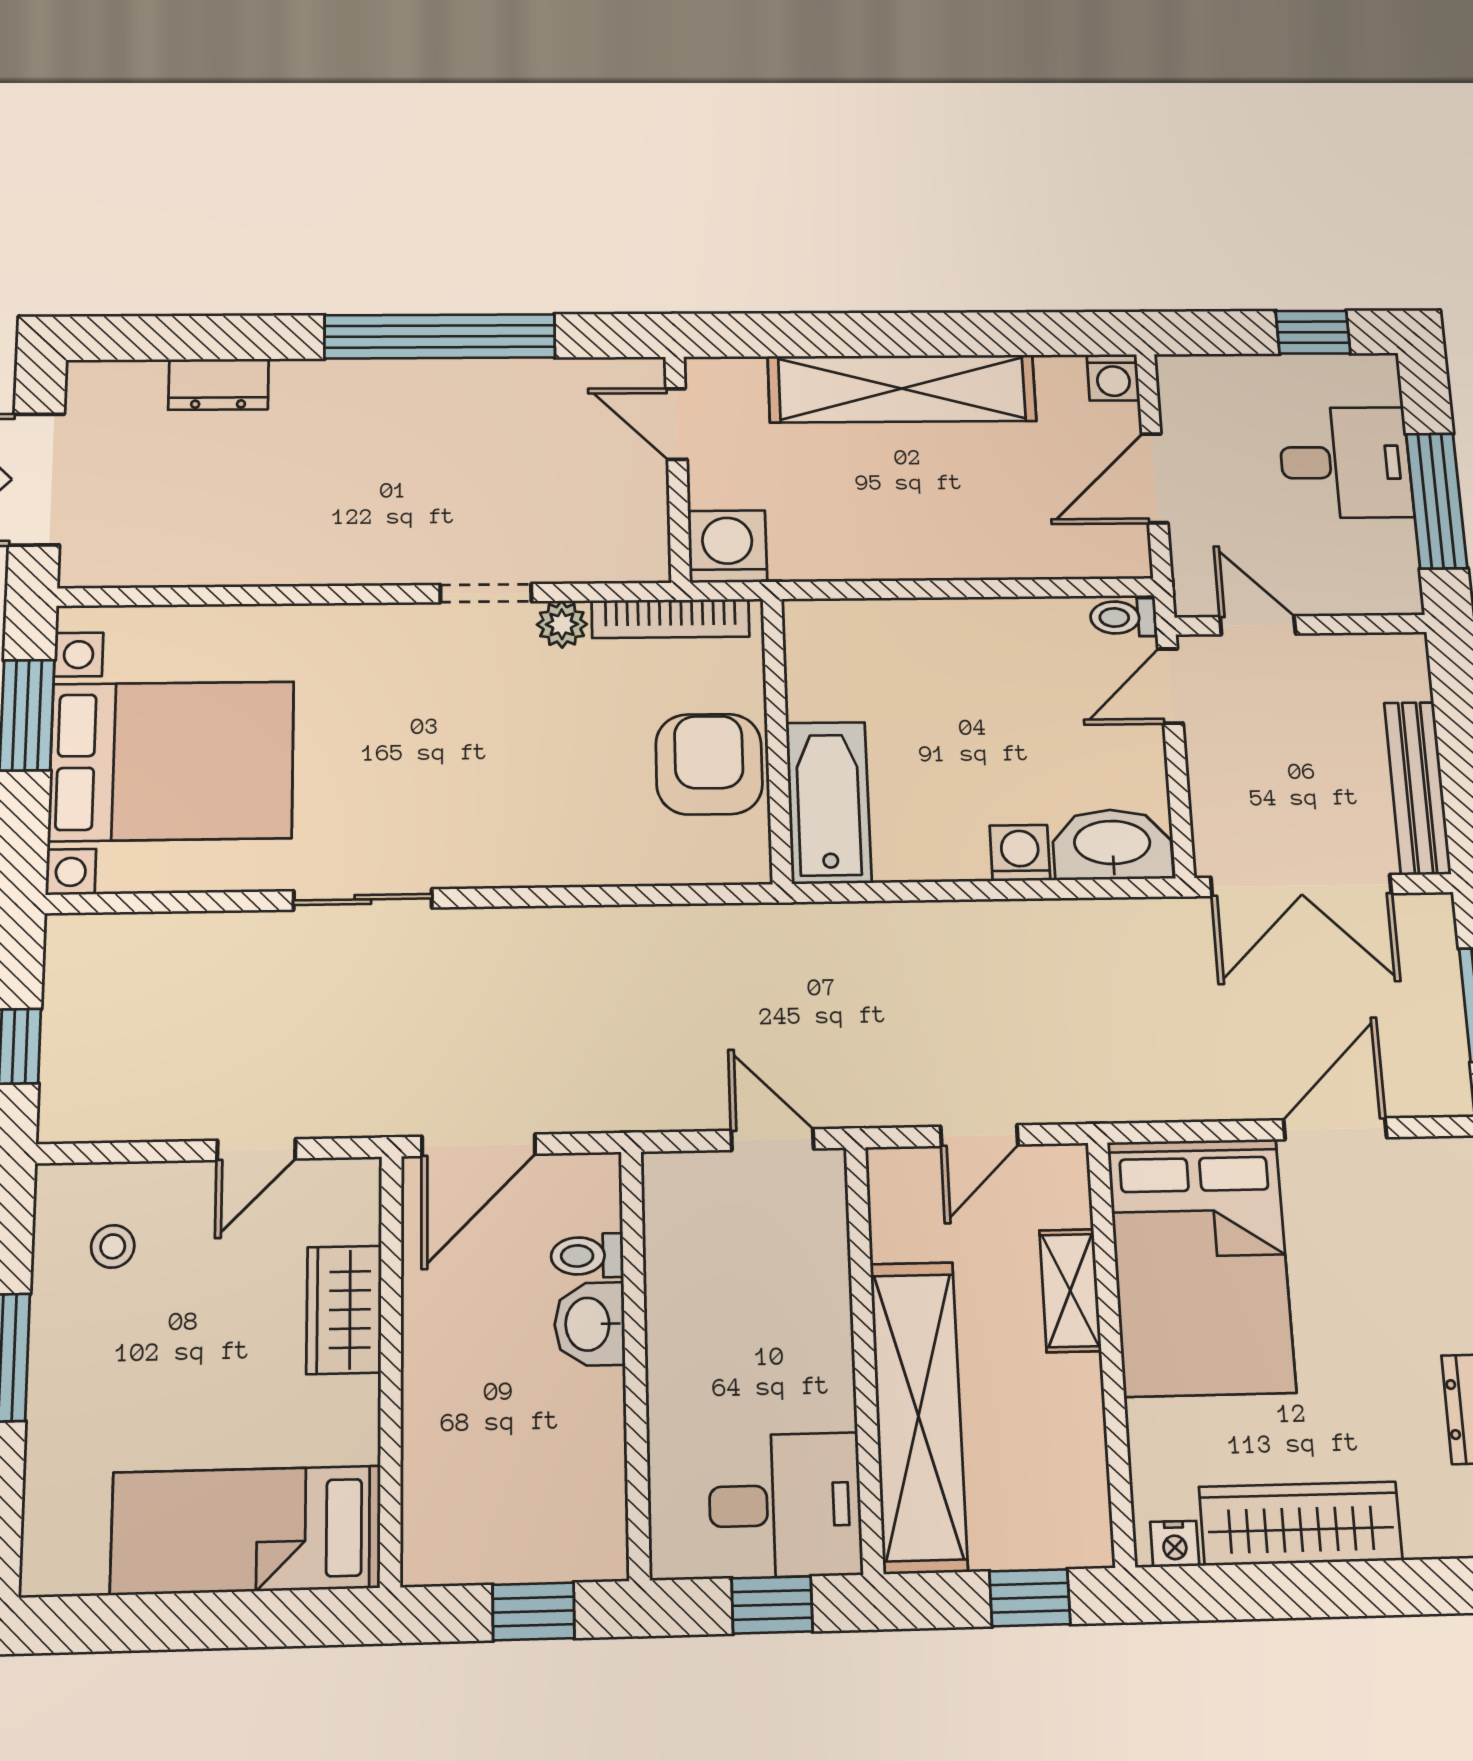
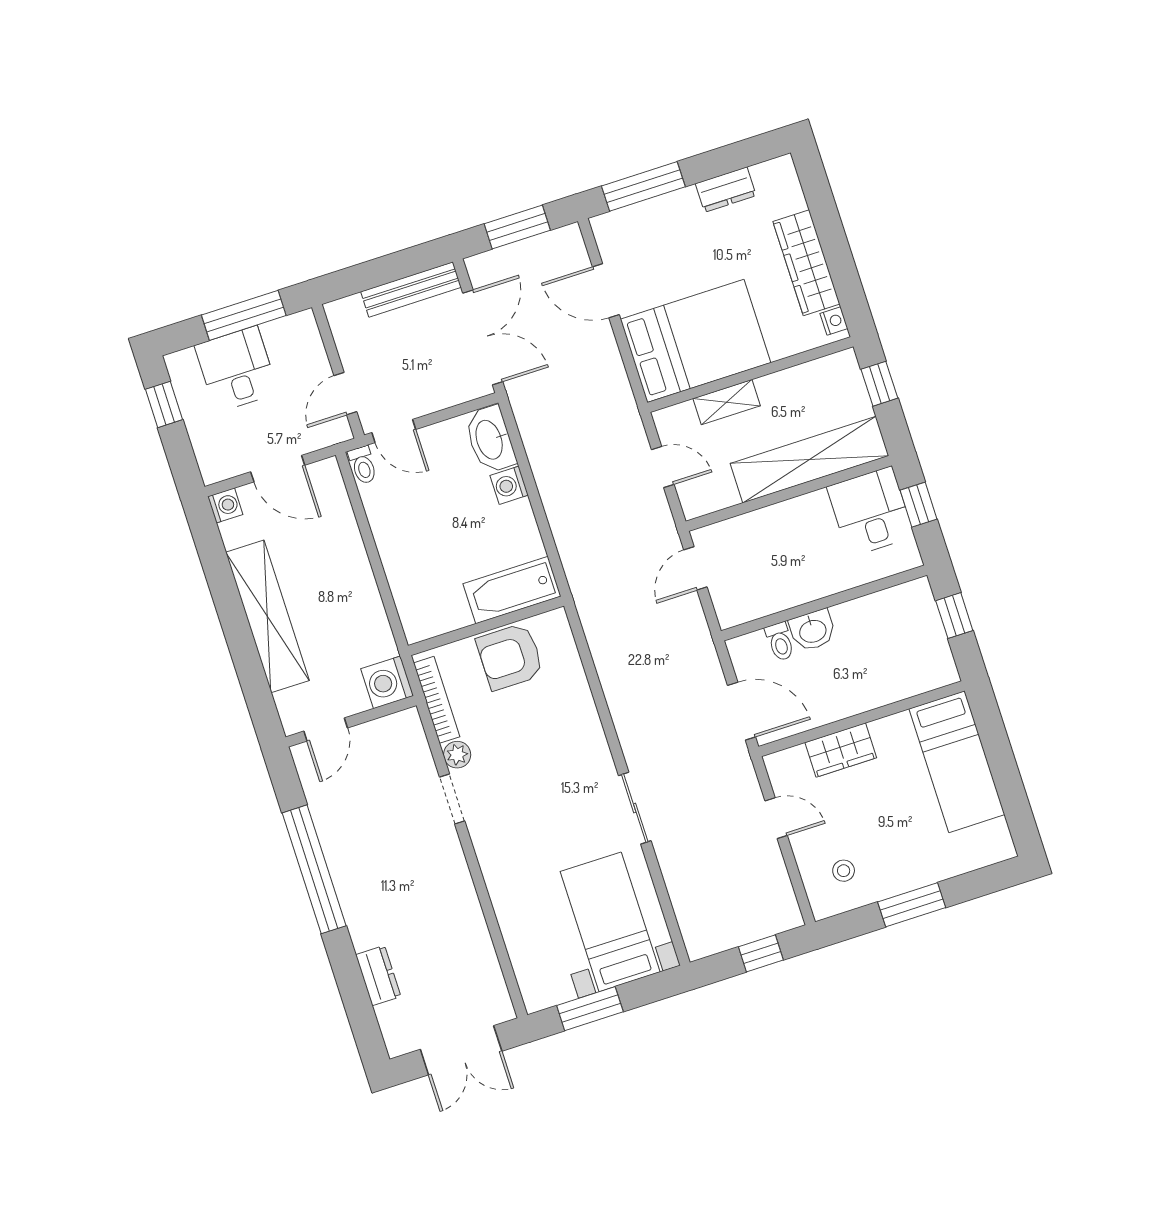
bed with nightstands: (172, 761) -> (610, 922), width x0.73

